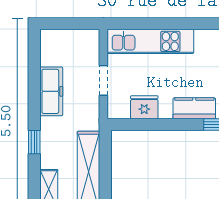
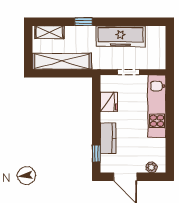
freezer: (51, 91) -> (120, 36), width x1.36, depth x1.26

